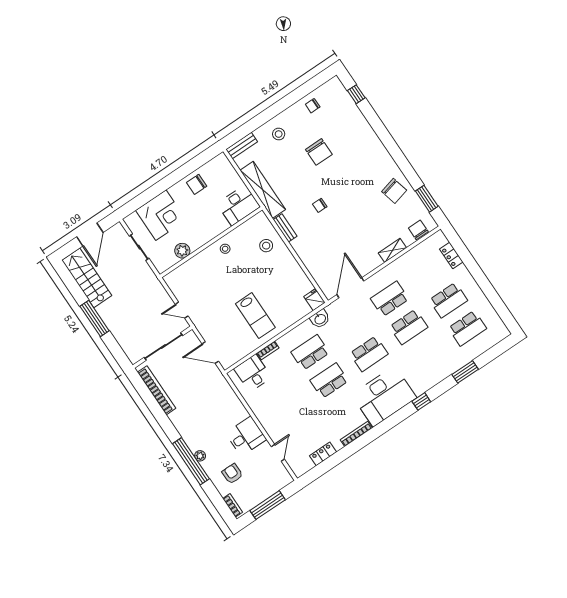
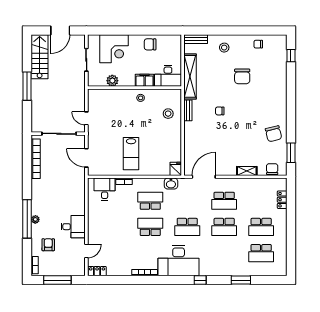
filing cabinet: (217, 227) -> (145, 80), added
school desk: (390, 299) -> (224, 201), turned 180
locker: (323, 454) -> (97, 271), moved

